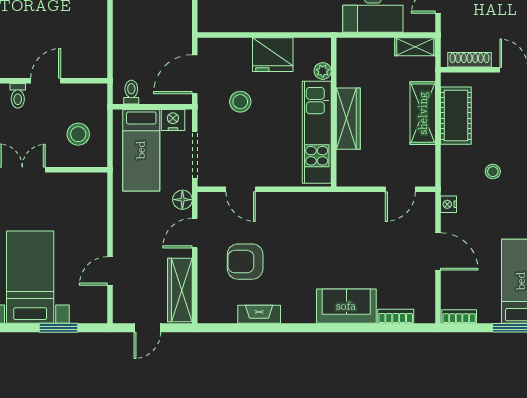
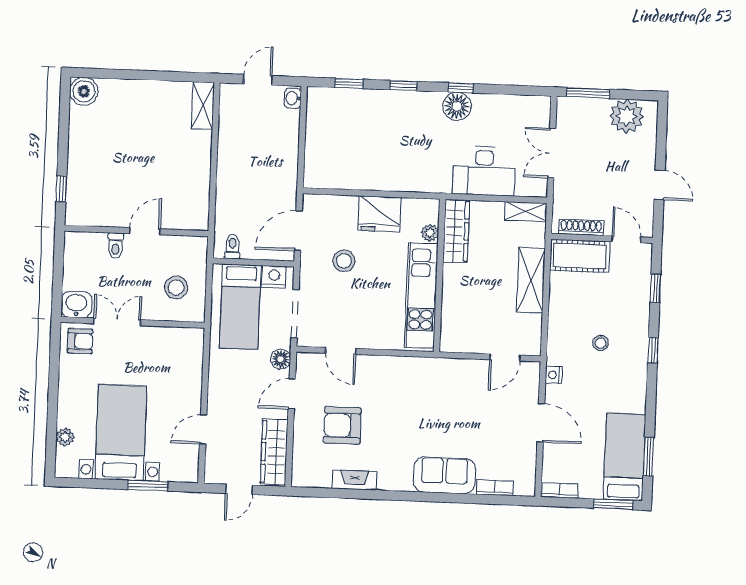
cot: (456, 116) -> (580, 256), moved, turned 90
wardrobe: (348, 119) -> (456, 231), moved

